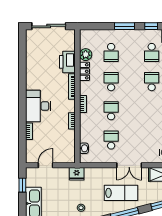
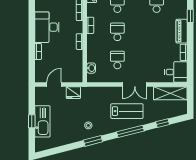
fridge: (77, 174) -> (73, 93), moved
window: (22, 185) -> (32, 121), moved

